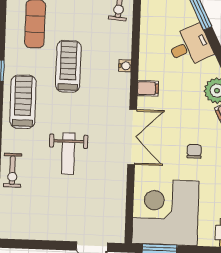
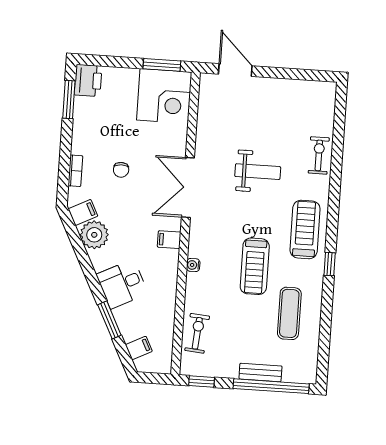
treadmill: (23, 102) -> (305, 230), turned 180
weight bench: (68, 154) -> (258, 172), turned 90
corner desk: (166, 212) -> (164, 96), width x0.74, depth x0.74

